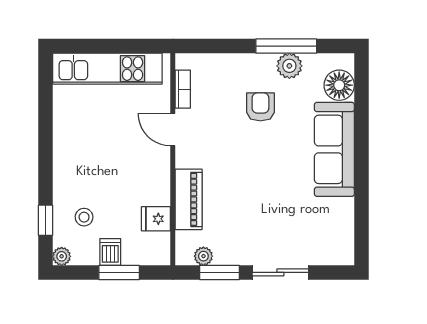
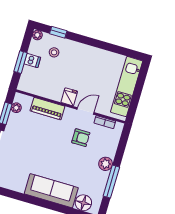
plant: (289, 66) -> (106, 164), moved
armchair: (260, 107) -> (81, 138), moved
fridge: (156, 219) -> (69, 97), moved

